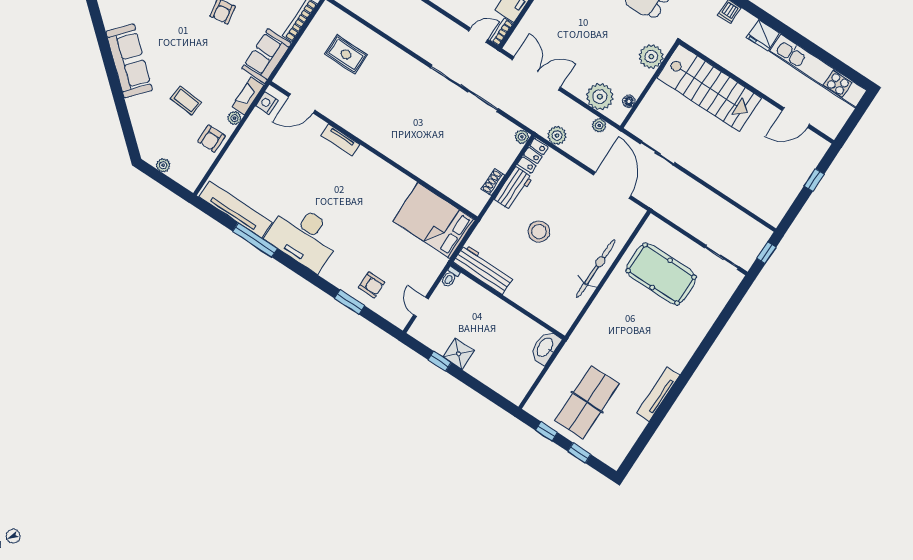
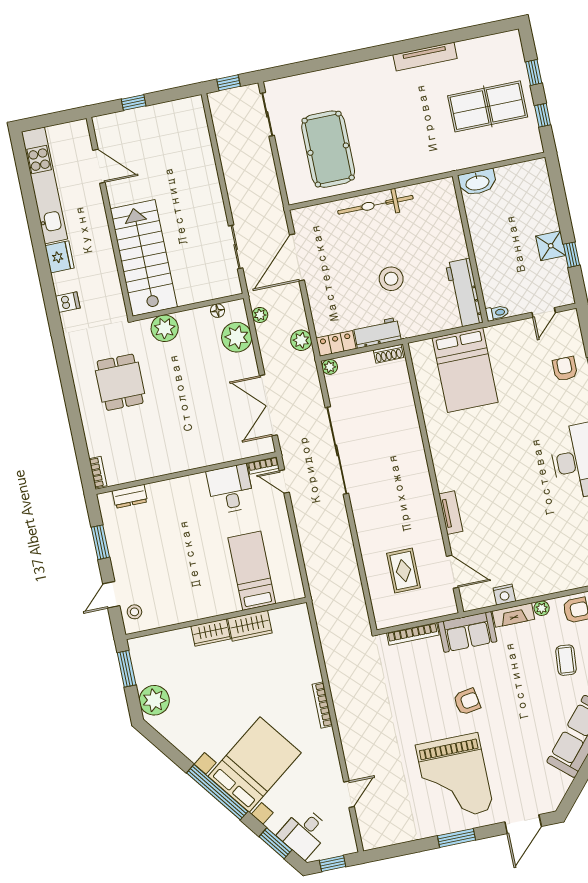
door: (302, 103) -> (453, 572), moved
tv unit: (340, 140) -> (451, 513), moved
wall: (374, 151) -> (433, 478), moved

